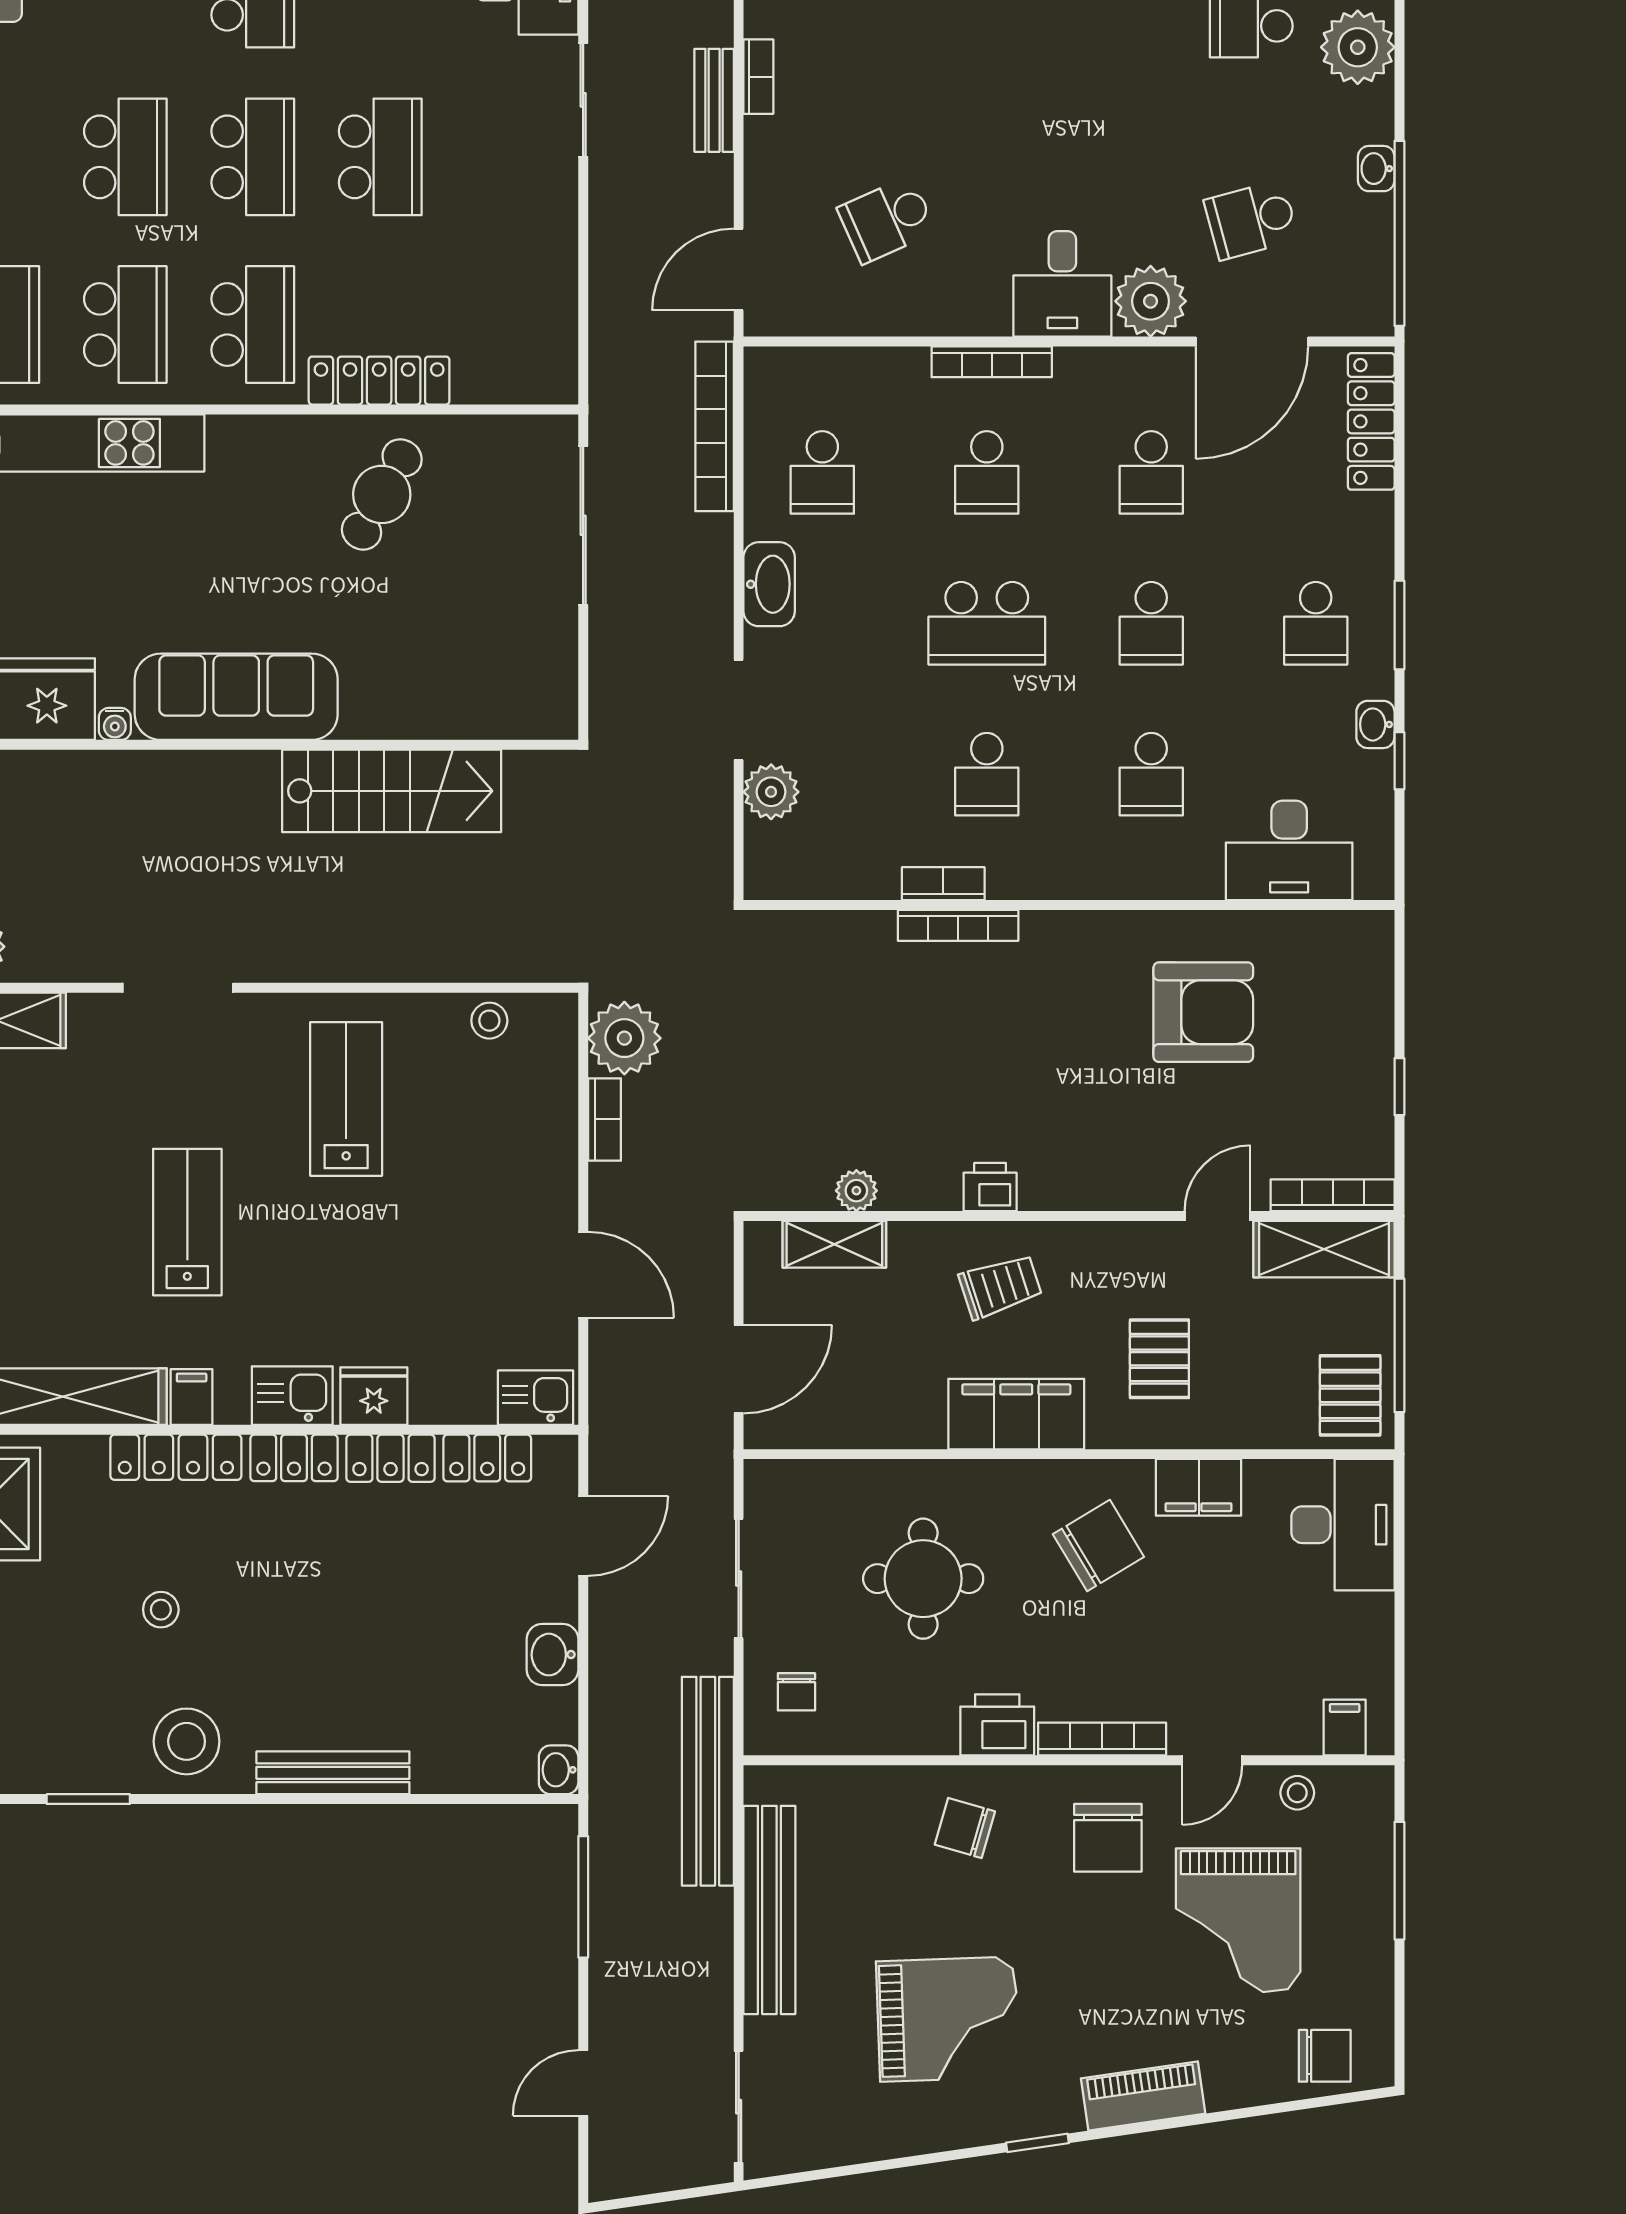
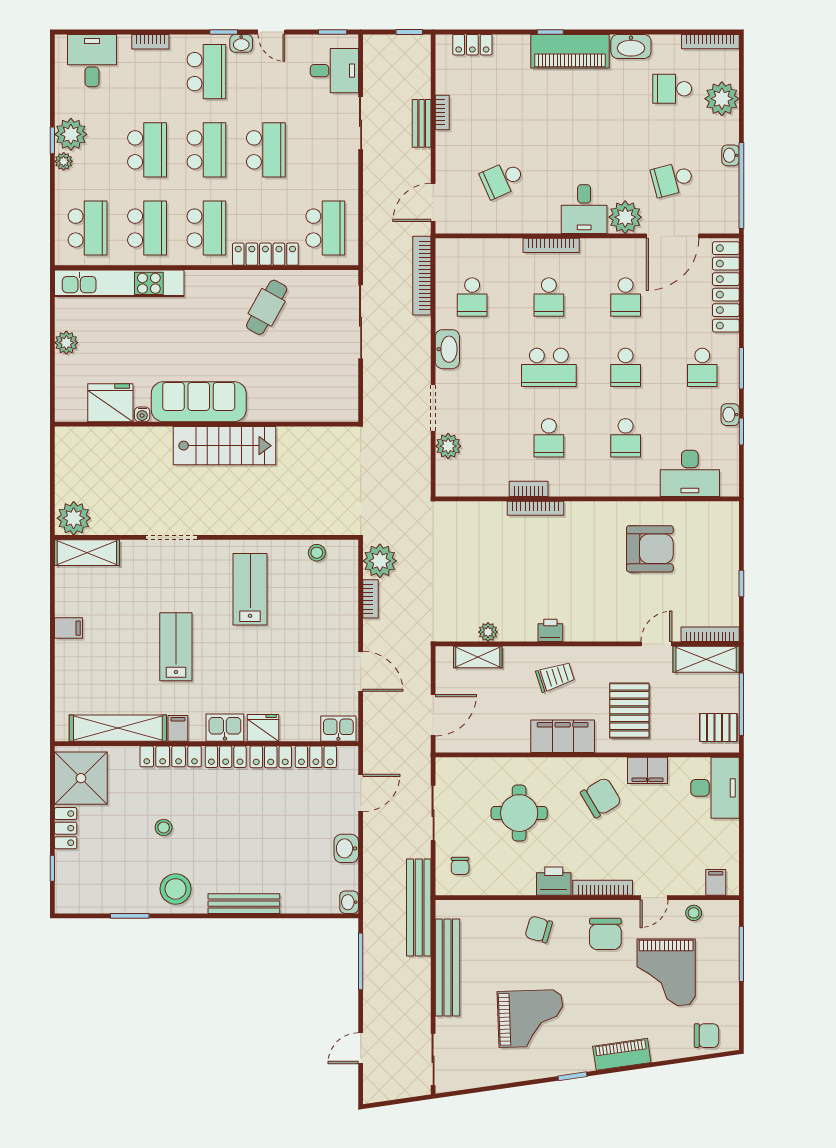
school desk: (508, 325) -> (325, 228), added
locker: (1371, 421) -> (726, 287), width x1.41, depth x1.21
stairs: (392, 791) -> (224, 446), moved
pallet: (1159, 1359) -> (629, 710), width x1.50, depth x1.42
pallet: (1350, 1395) -> (718, 727), turned 90

